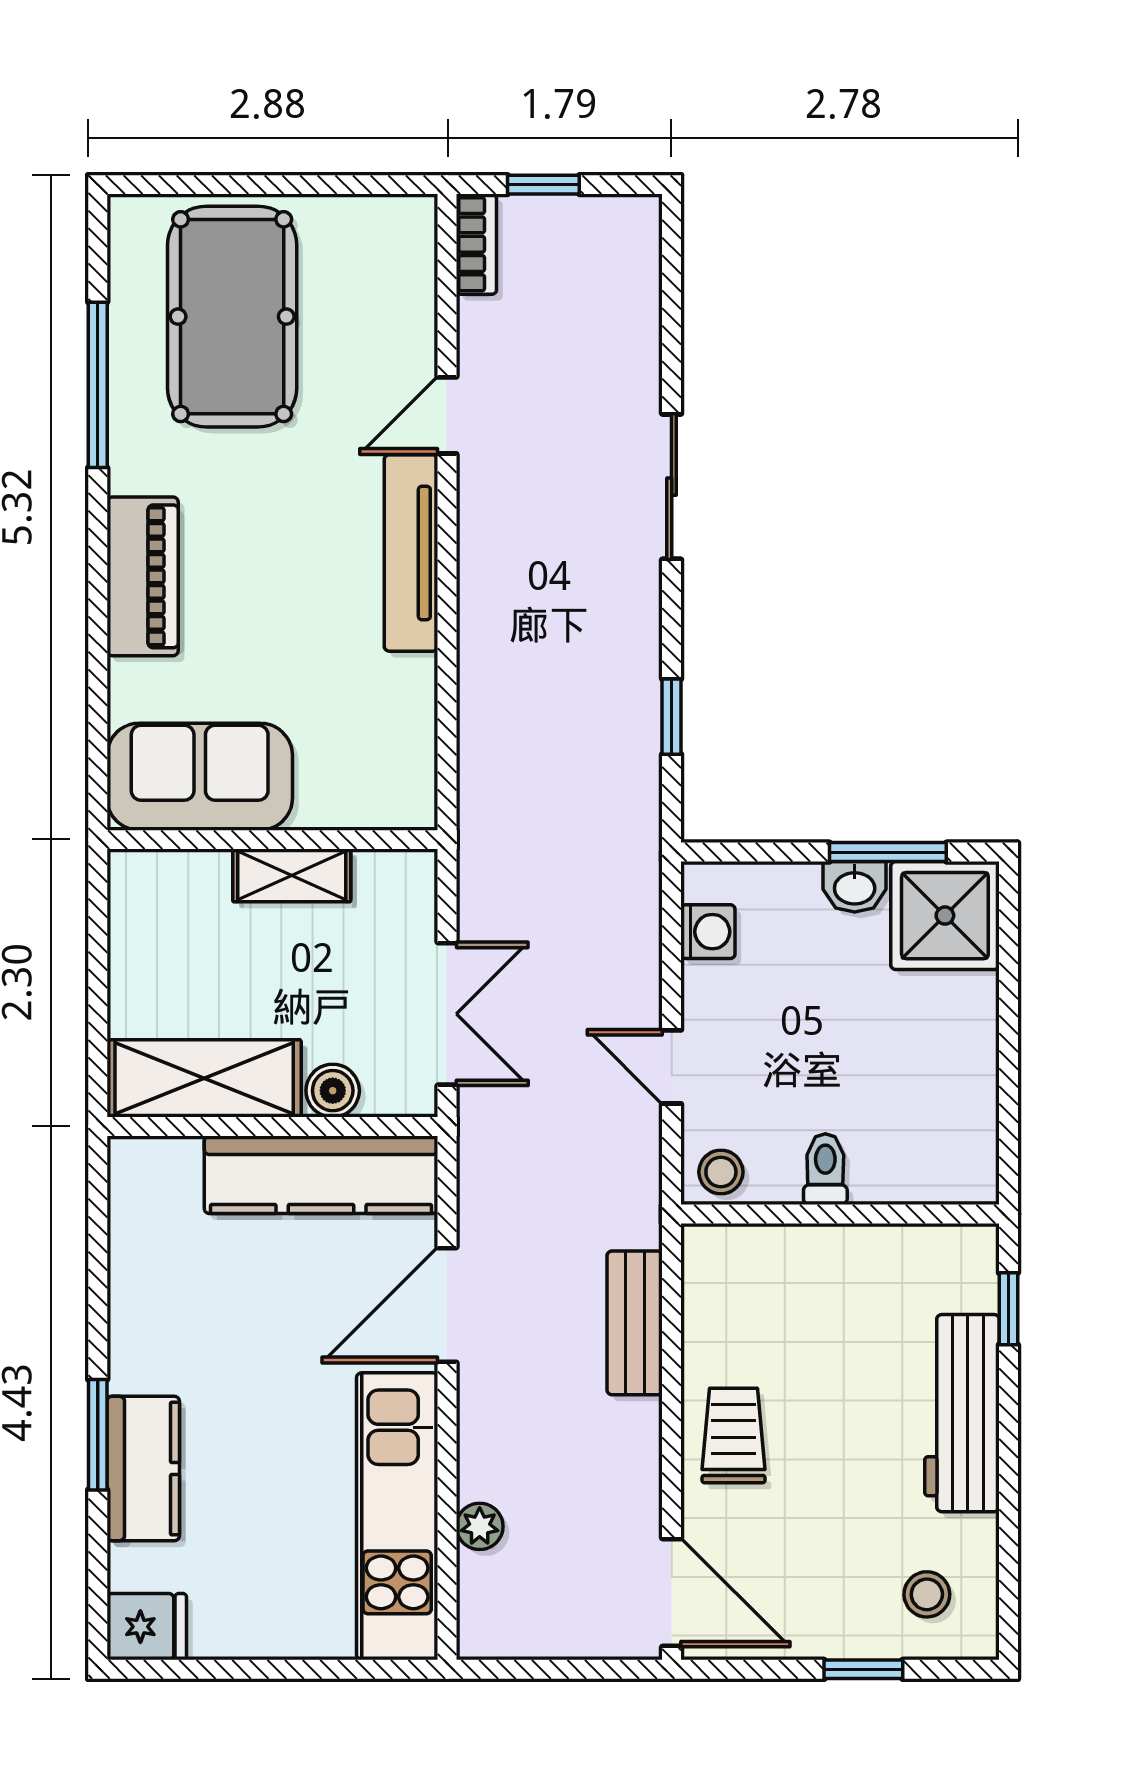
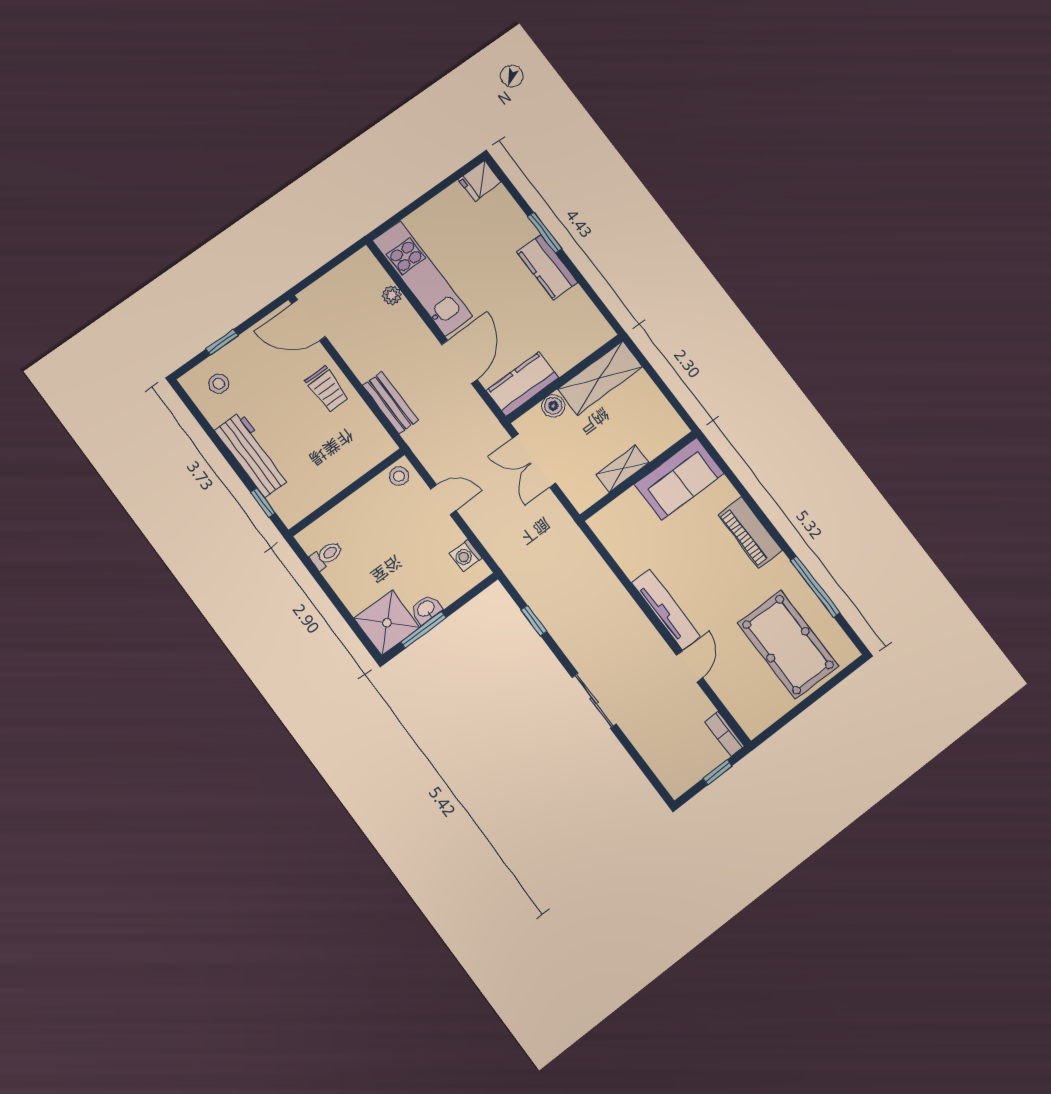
toilet: (825, 1169) -> (326, 555), moved, turned -90
kitchen counter: (321, 1175) -> (522, 384), width x0.67
kitchen counter: (143, 1469) -> (547, 267), moved

